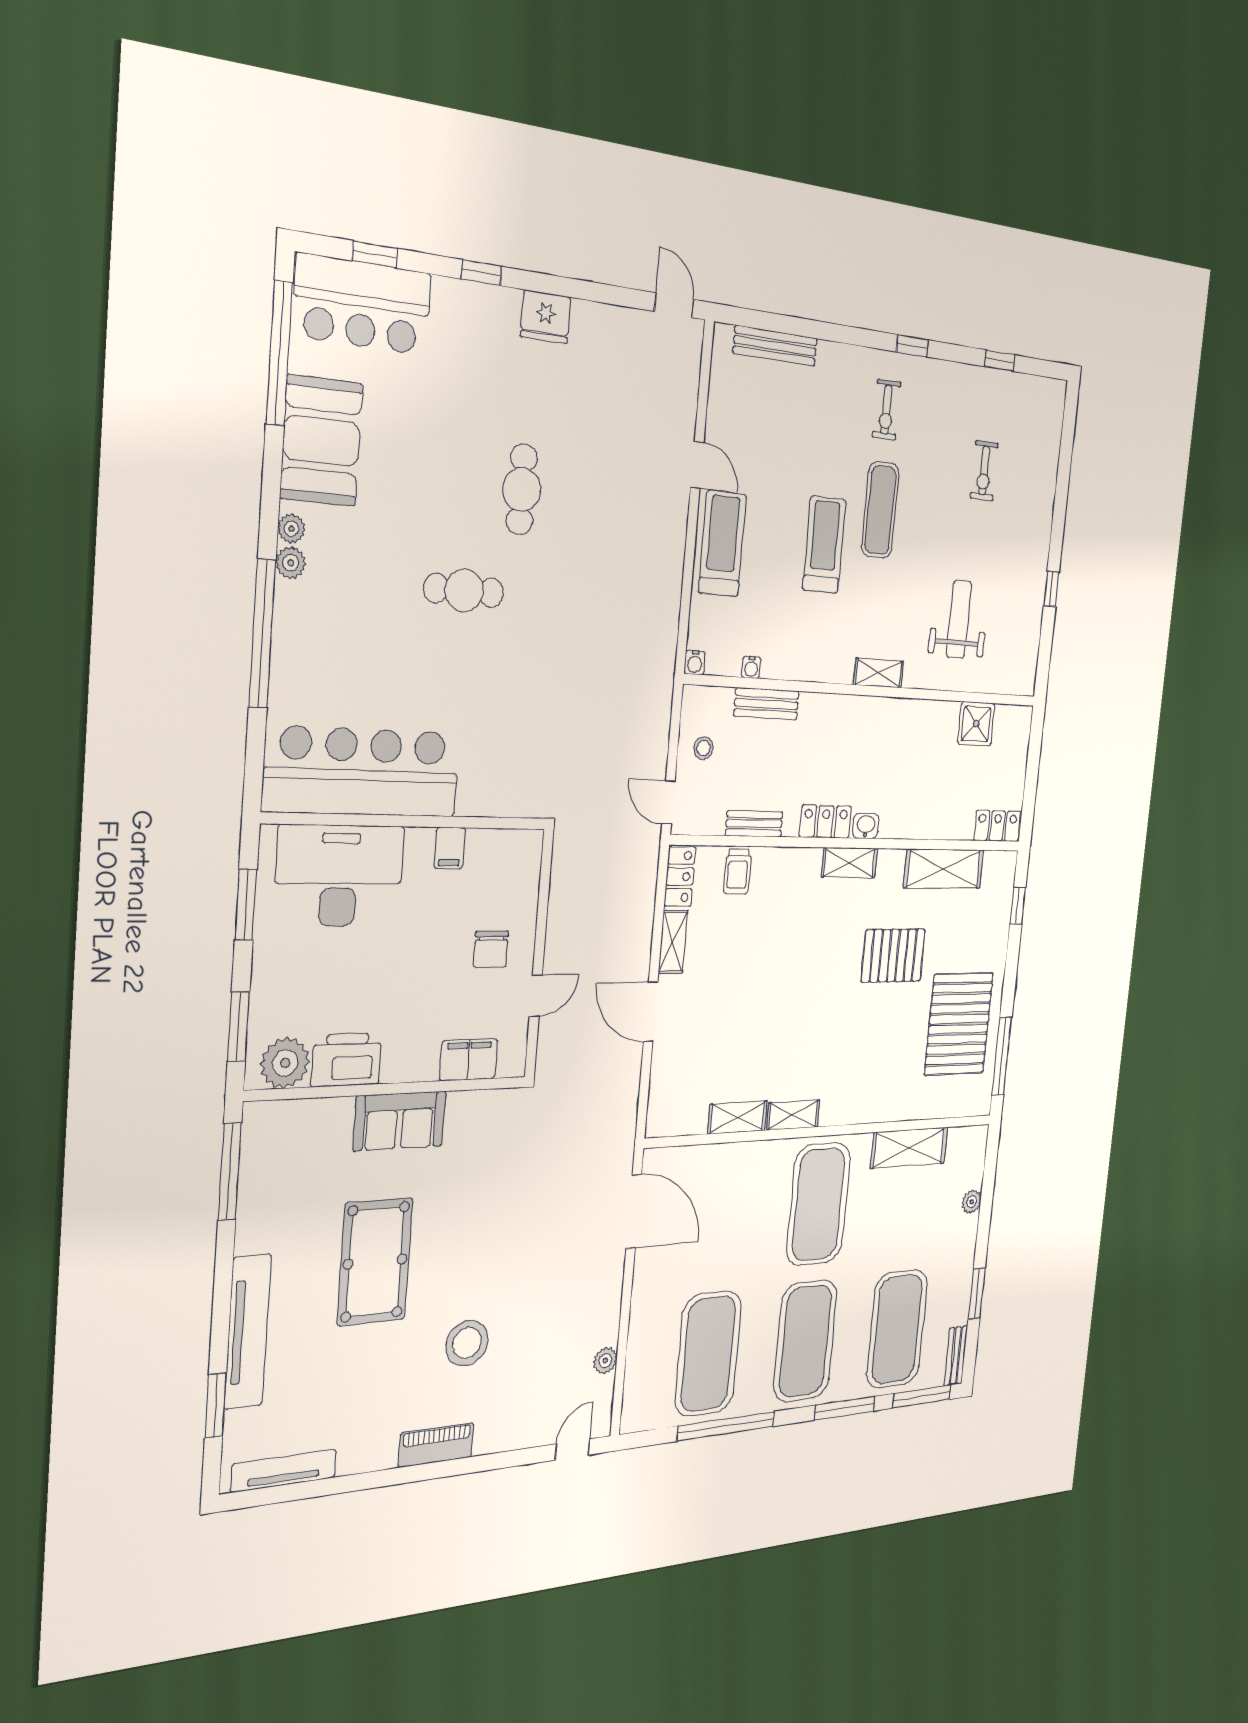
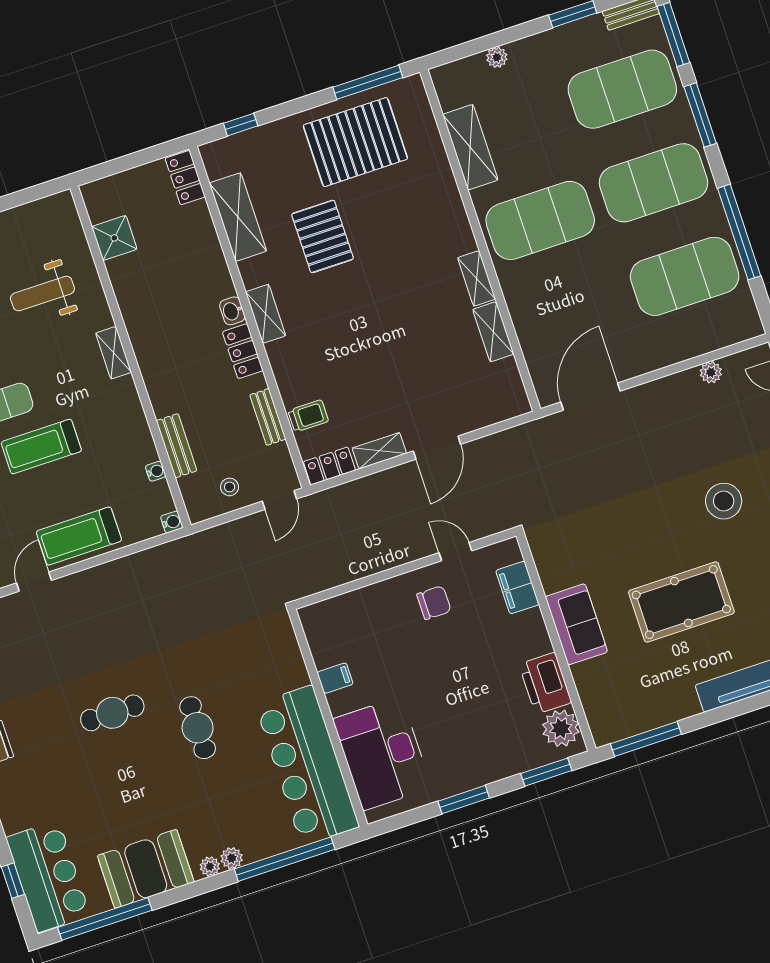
bar counter: (362, 772) -> (307, 765), moved
wall: (408, 821) -> (328, 718), moved
filing cabinet: (450, 848) -> (335, 678), moved
desk: (339, 876) -> (382, 754), moved

